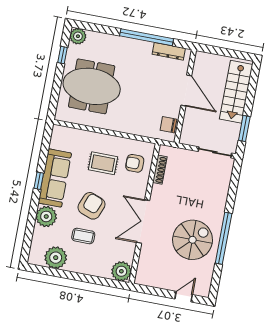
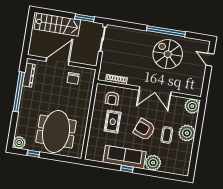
chair: (168, 125) -> (73, 78), moved
plant: (56, 258) -> (187, 133), moved

